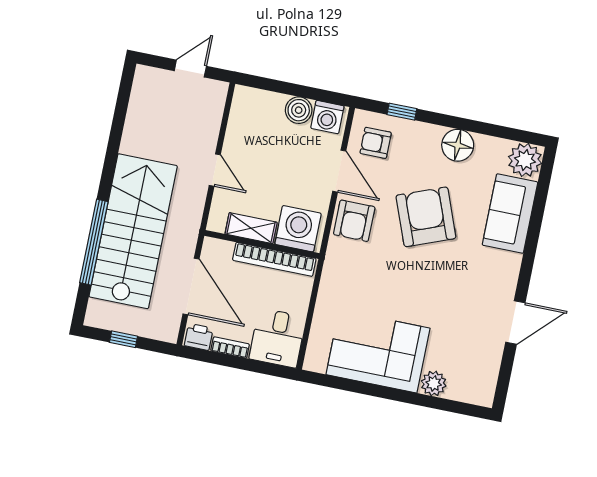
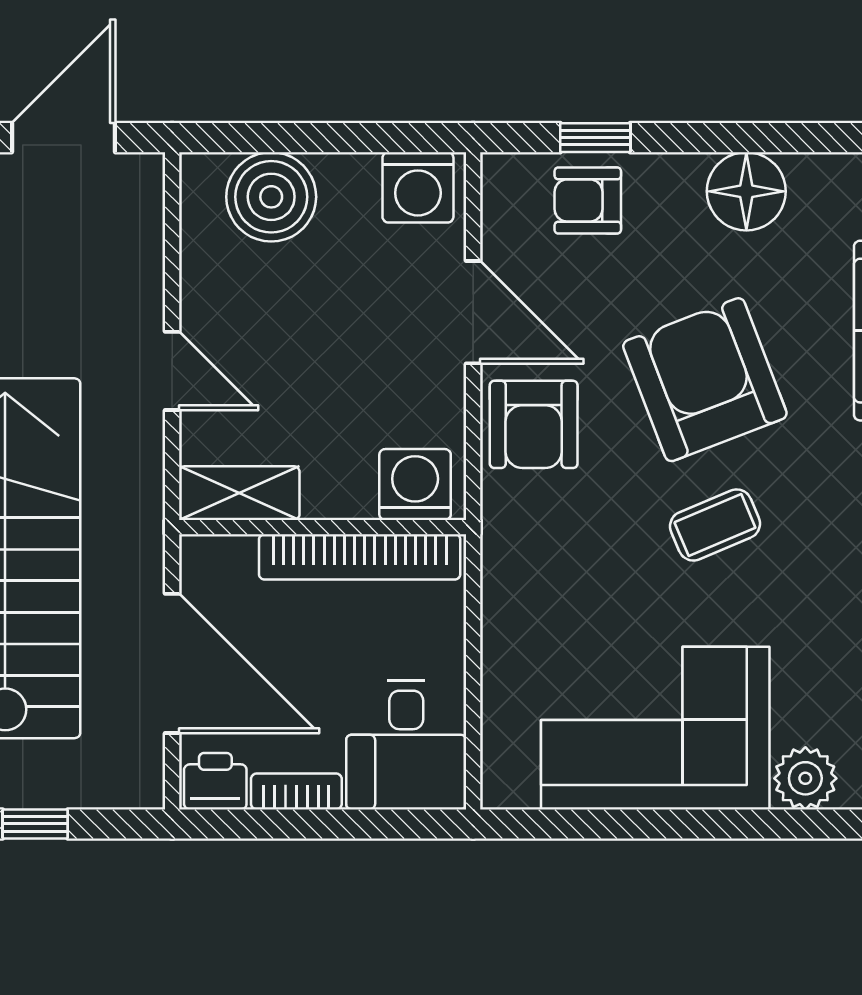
door: (190, 69) -> (63, 138), width x1.38
boiler: (299, 110) -> (271, 197), moved, width x1.37, depth x1.37
armchair: (376, 143) -> (588, 200), moved
shelving: (251, 228) -> (239, 493), moved
washing machine: (298, 229) -> (415, 485), width x0.73, depth x0.73
coffee table: (418, 275) -> (715, 525), added

